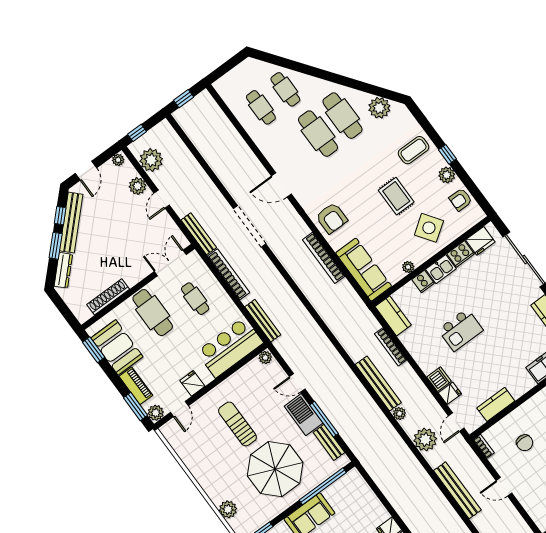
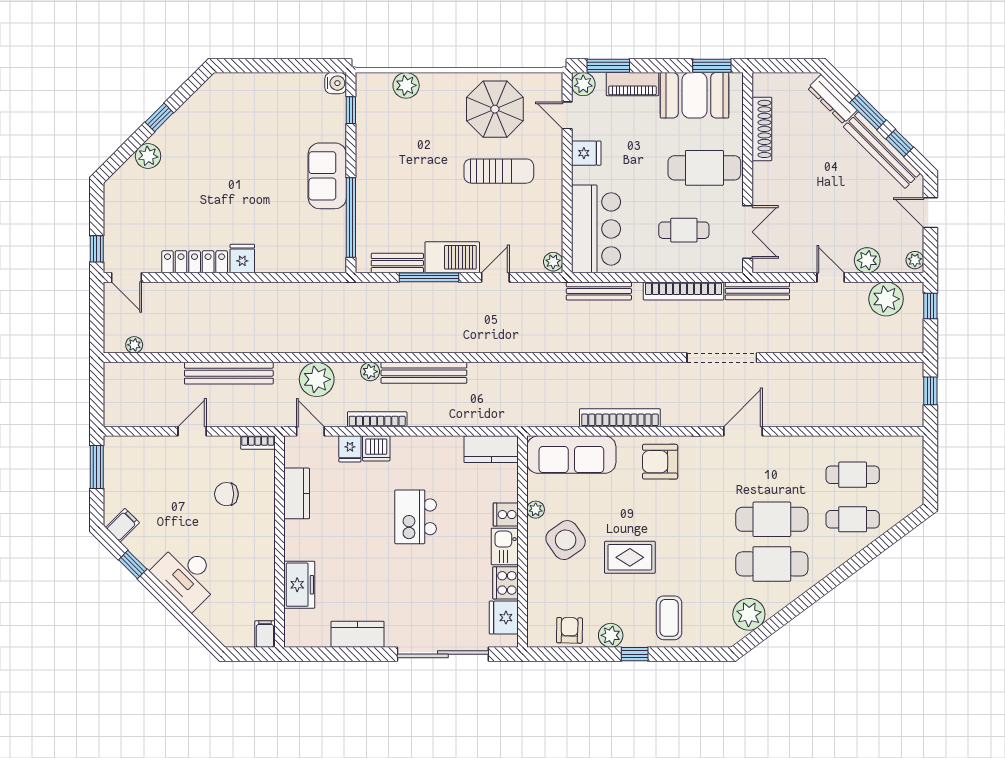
side table: (429, 228) -> (566, 540), moved
bookcase: (391, 347) -> (377, 419), moved
parasol: (275, 469) -> (495, 109), moved, width x0.73, depth x0.73

